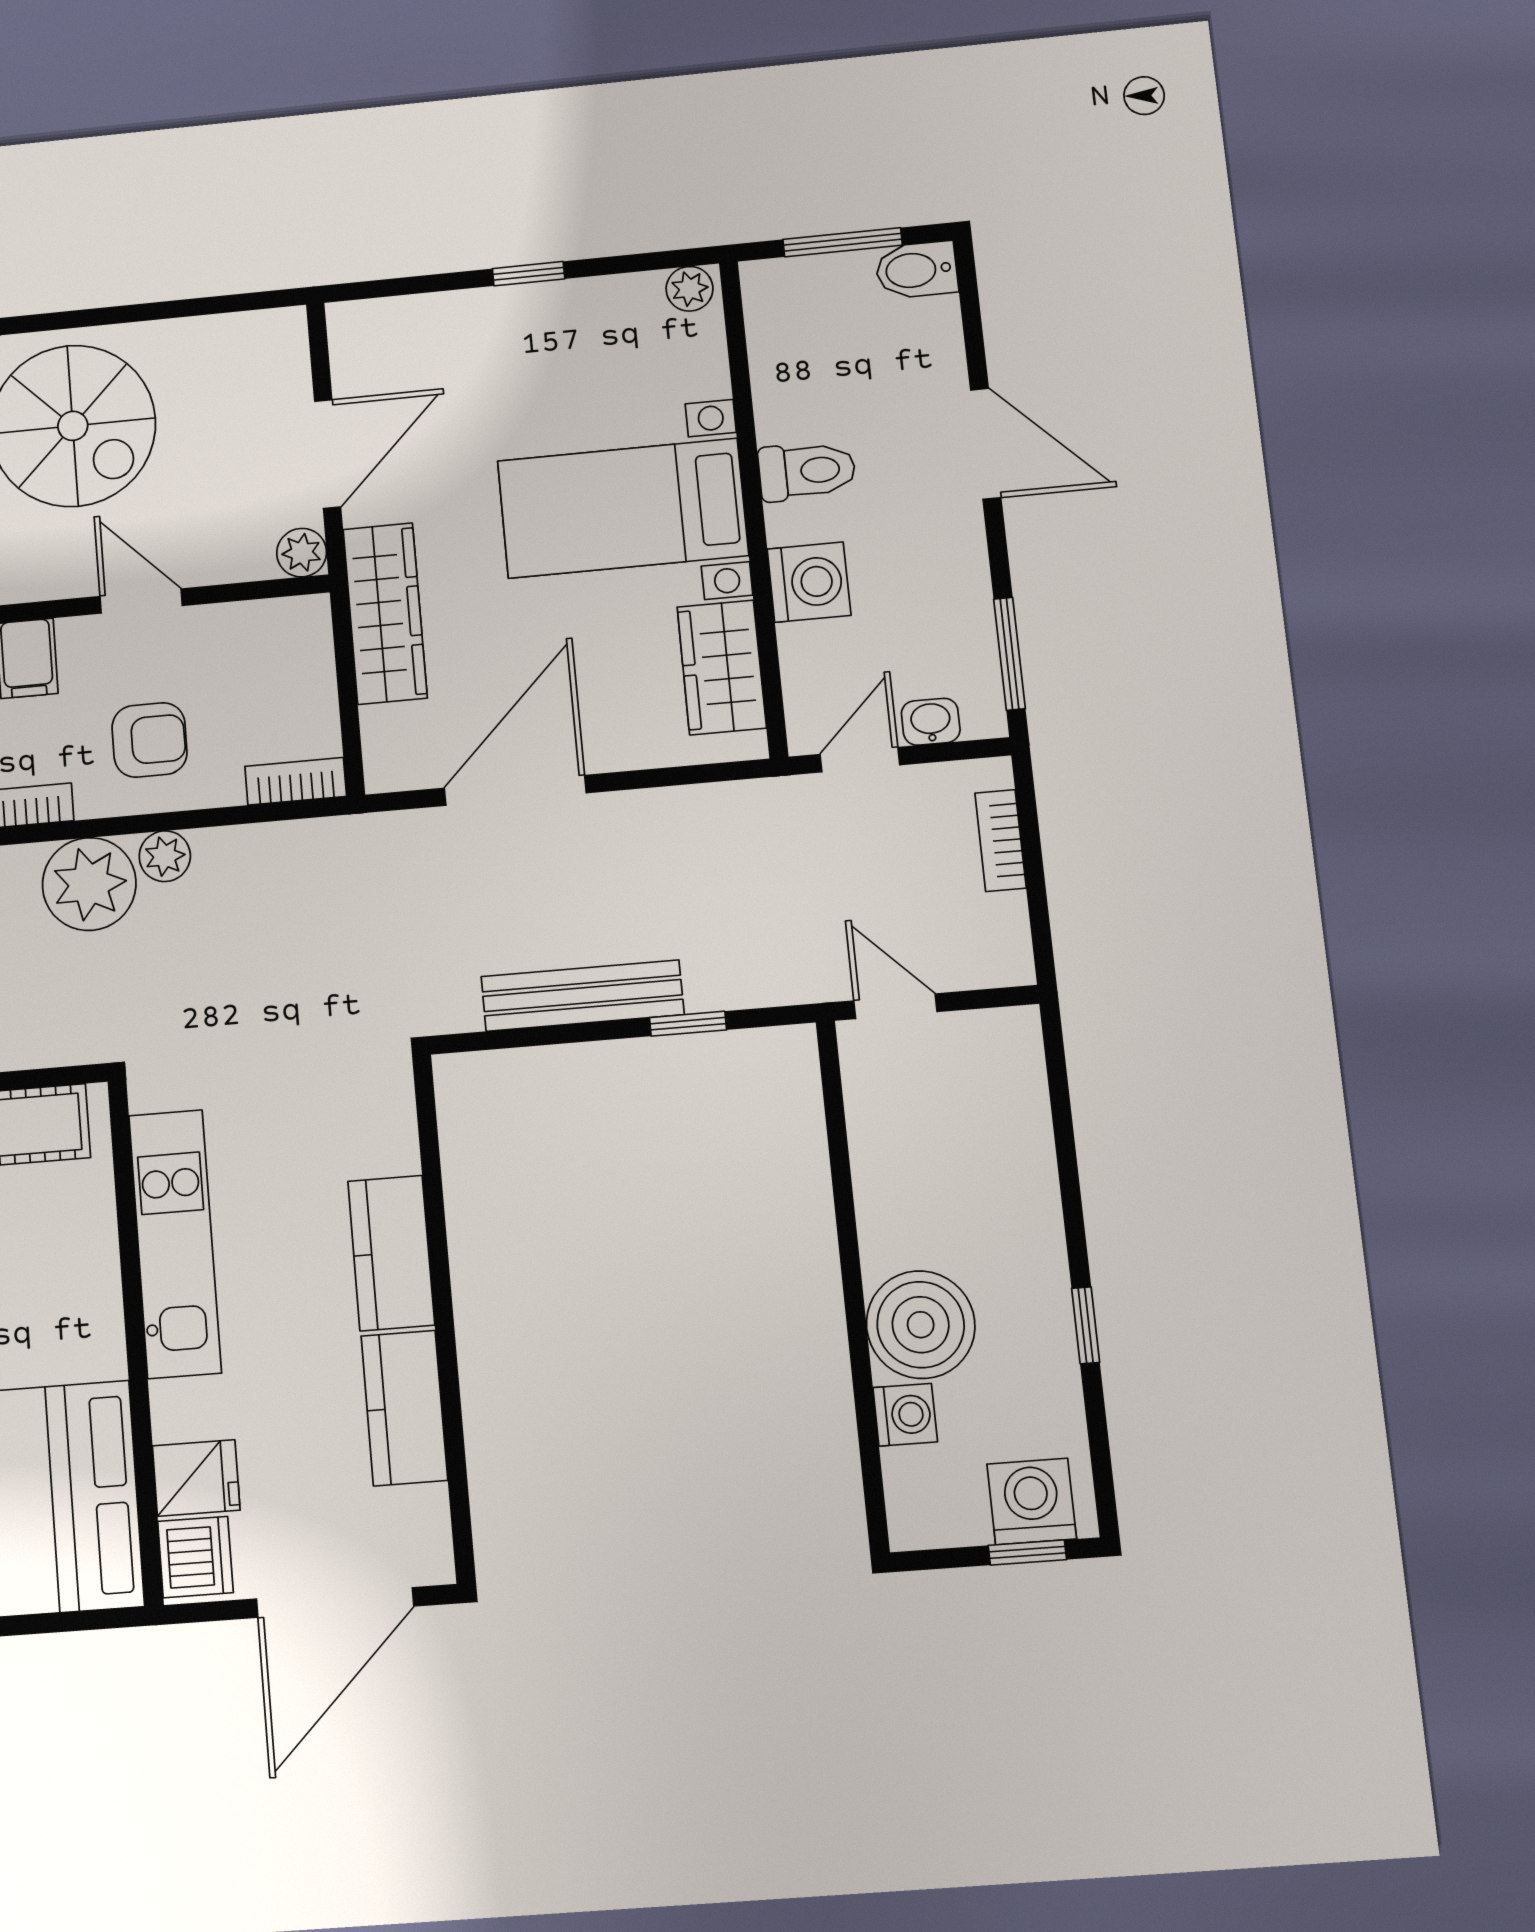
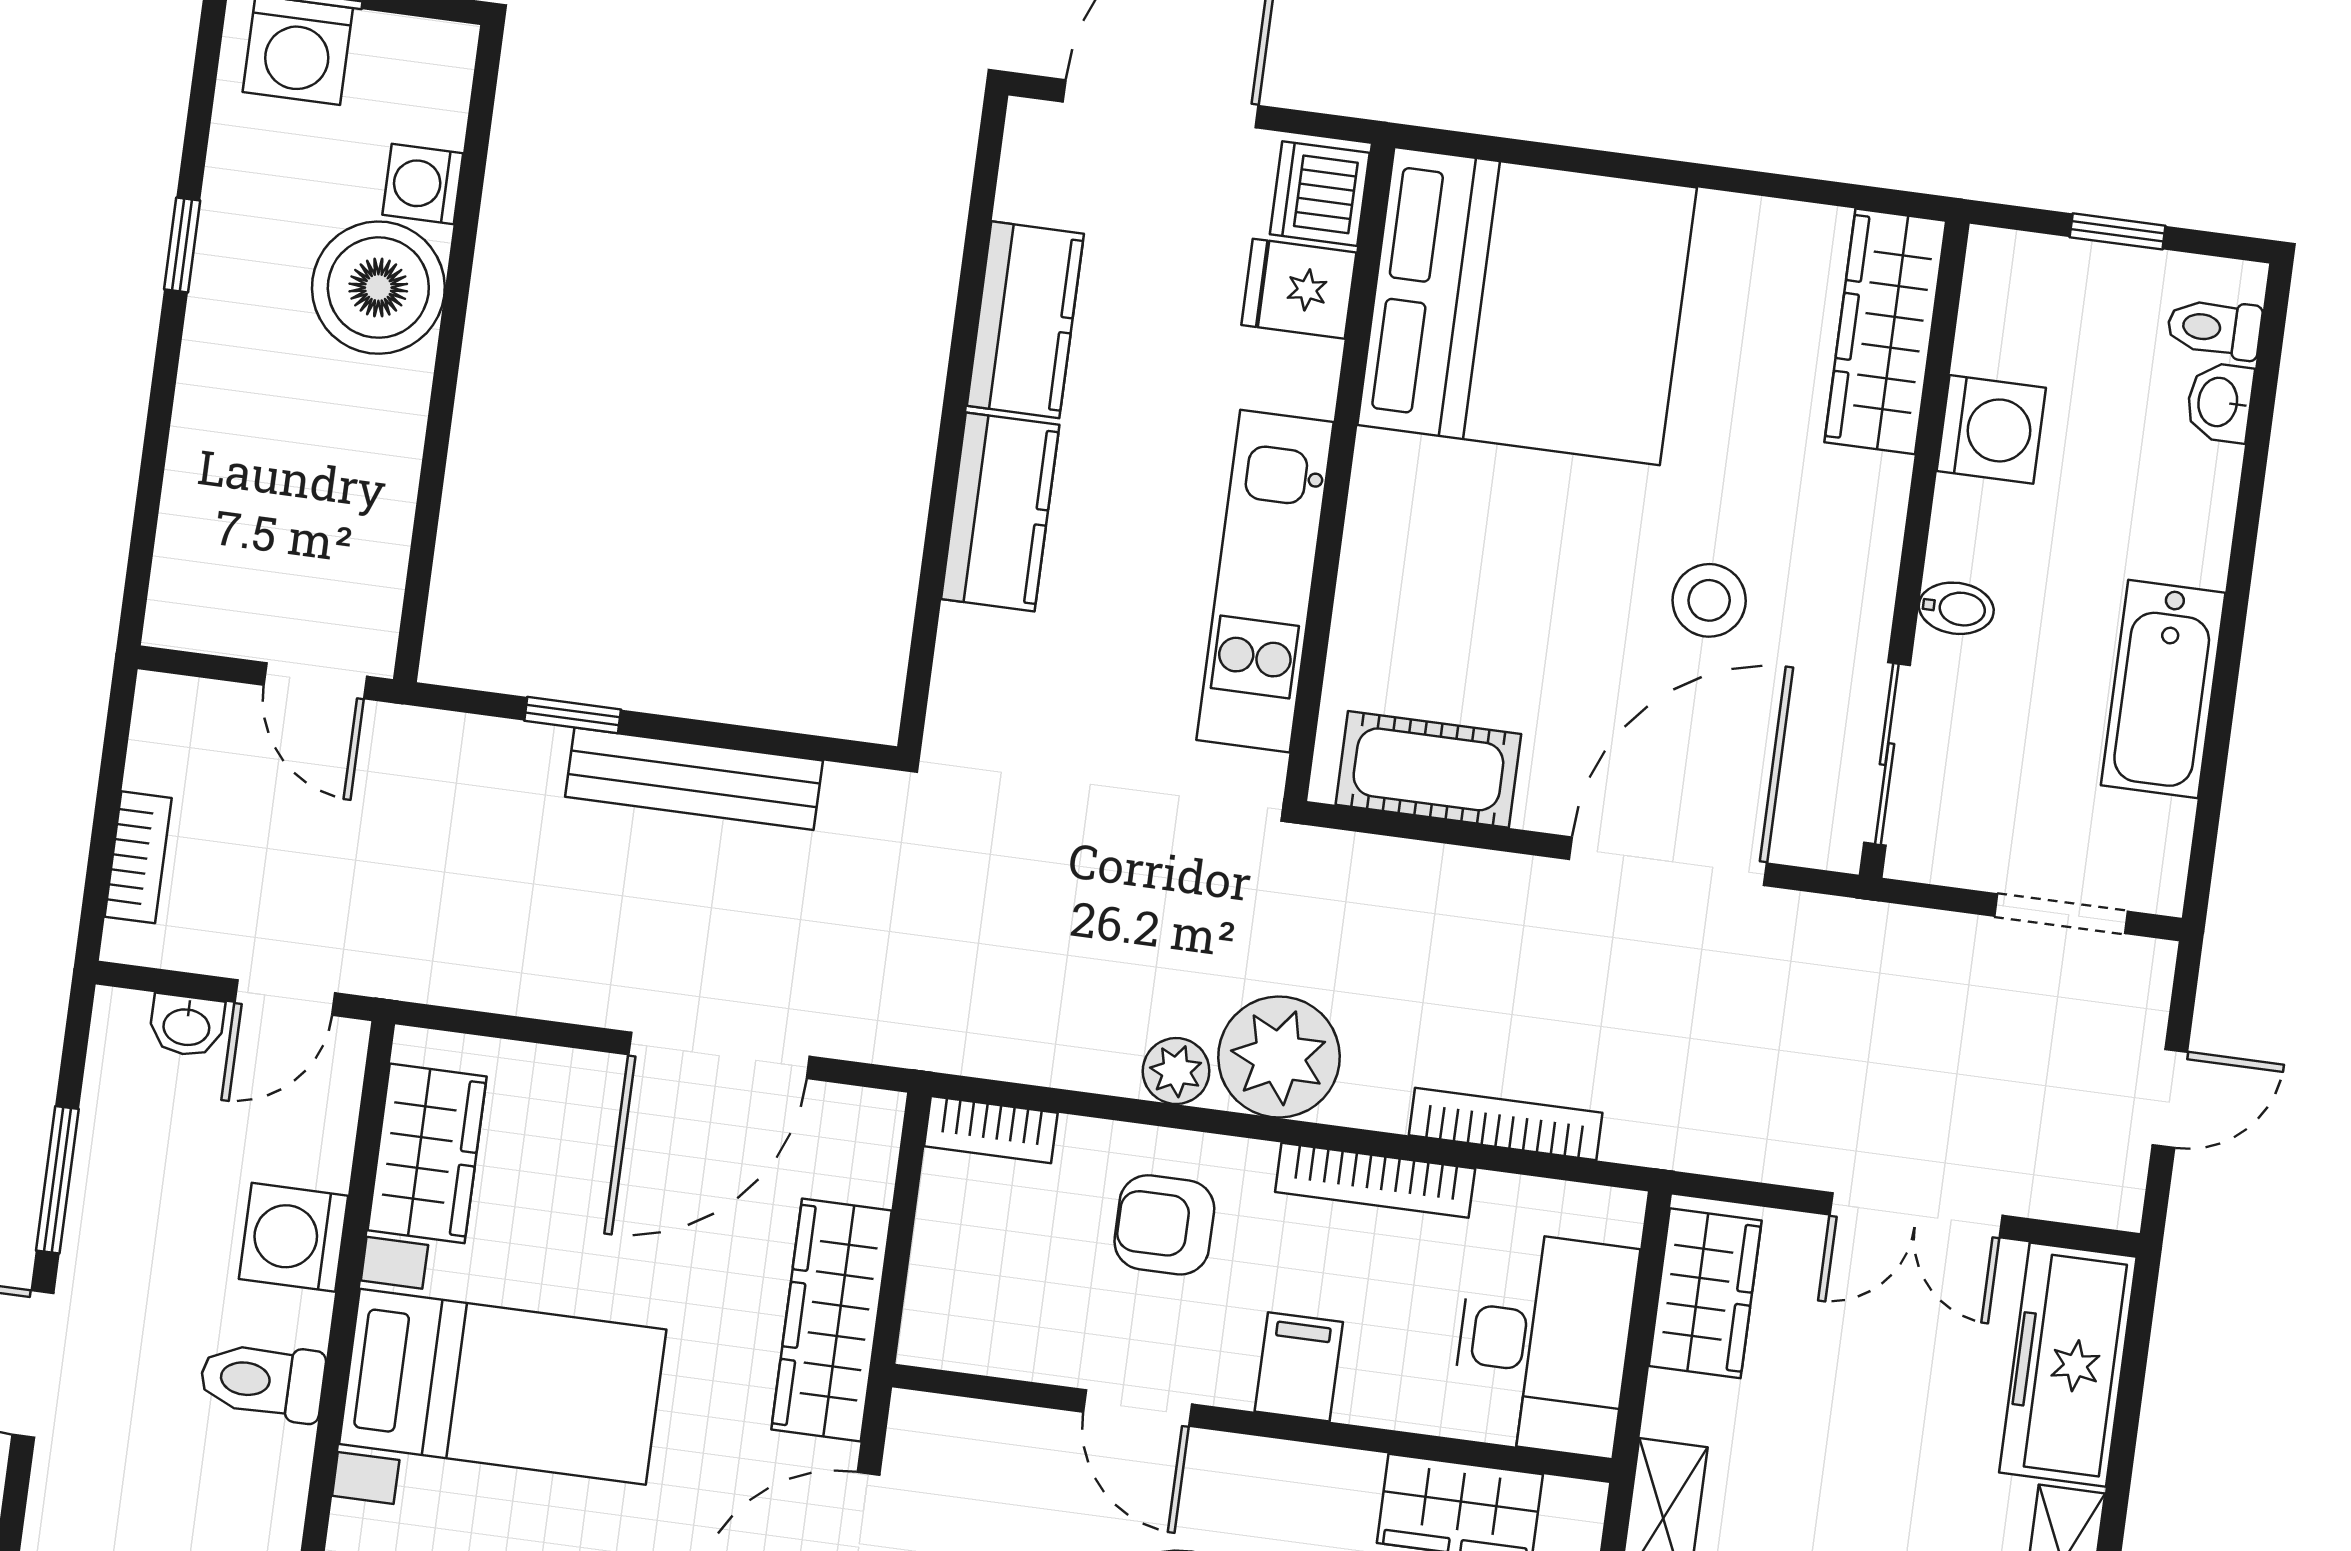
plant: (302, 553) -> (920, 1424), removed
window: (1009, 654) -> (57, 1180), moved

